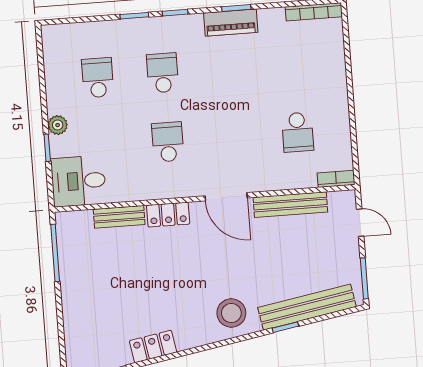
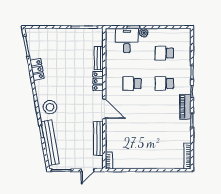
piano: (231, 23) -> (185, 107), moved
school desk: (163, 73) -> (164, 83), turned 180
school desk: (98, 78) -> (164, 53), turned 180
school desk: (298, 132) -> (132, 144), removed
school desk: (168, 142) -> (132, 83), turned 180
desk: (78, 181) -> (127, 40), moved
door: (226, 197) -> (104, 109), swing flipped

